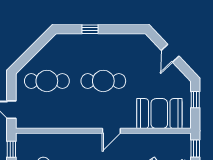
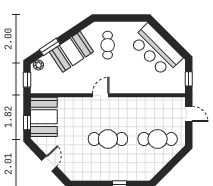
booth: (159, 114) -> (44, 117), moved, turned 90

